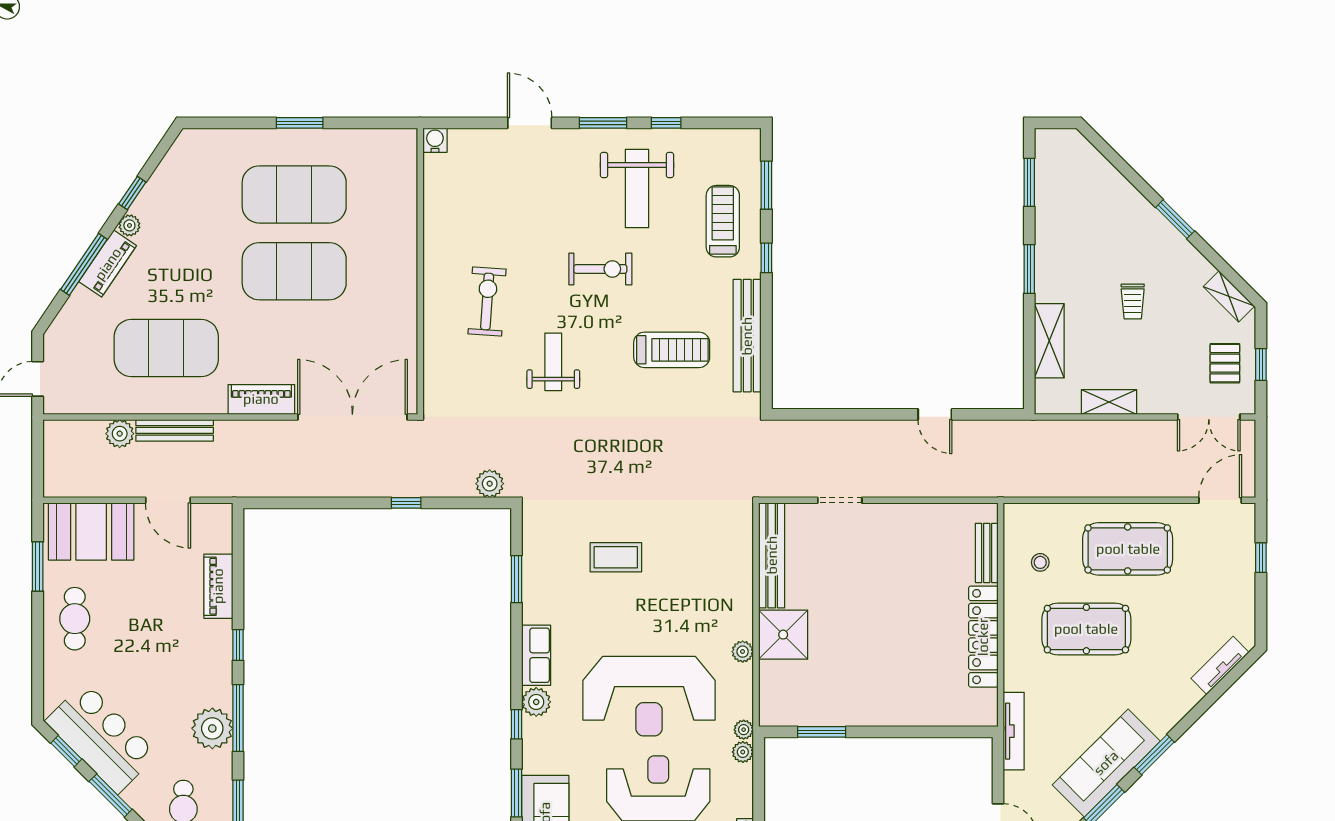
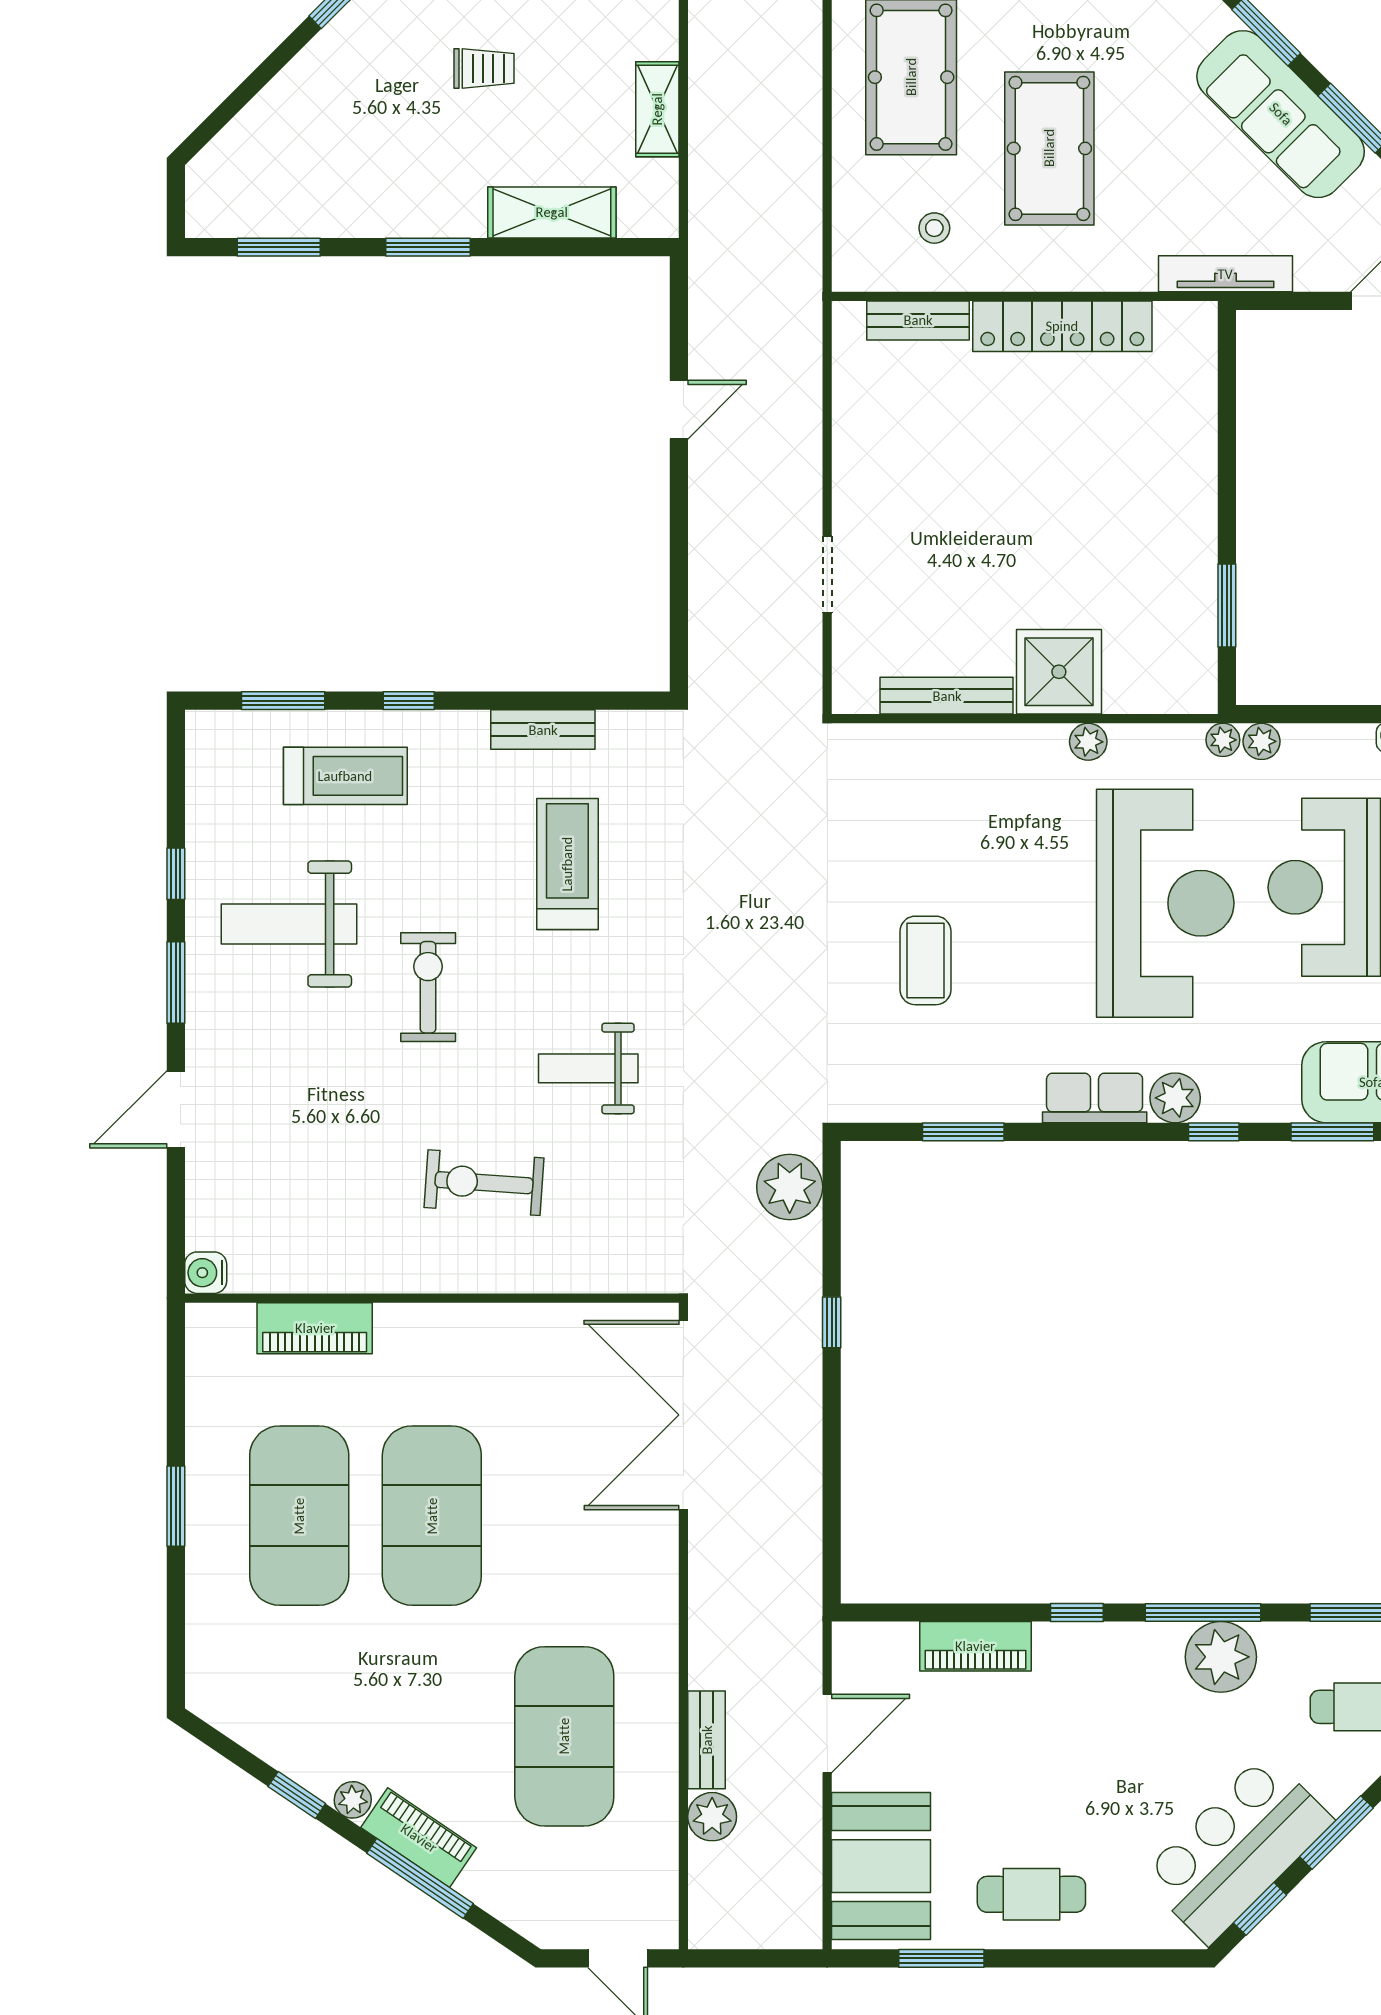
weight bench: (637, 189) -> (289, 924), turned 180
treadmill: (723, 221) -> (345, 776), turned 180
bench: (747, 336) -> (543, 730), width x0.54, depth x0.82
piano: (261, 399) -> (315, 1328), moved, turned -90
bench: (175, 430) -> (707, 1740), width x0.73
plant: (490, 484) -> (790, 1187), width x1.36, depth x1.36
bench: (772, 555) -> (947, 696), width x0.73, depth x0.82

